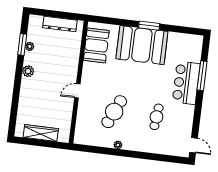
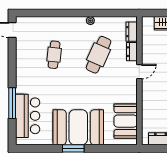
bar counter: (186, 83) -> (28, 116), moved
dresser: (82, 111) -> (132, 52), added
dresser: (80, 130) -> (132, 32), added

